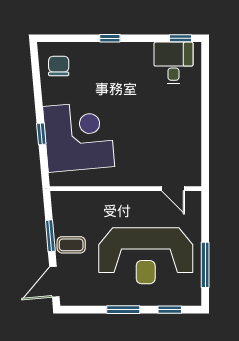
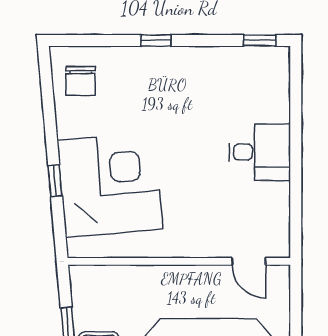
desk: (173, 63) -> (260, 152), moved, turned 90
chair: (59, 66) -> (81, 81), turned 180

